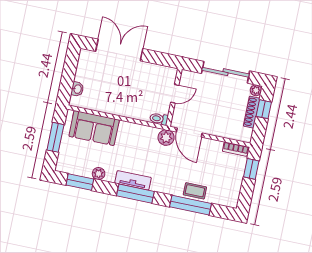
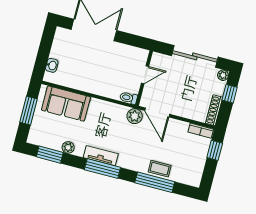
shoe rack: (252, 112) -> (214, 110), moved

